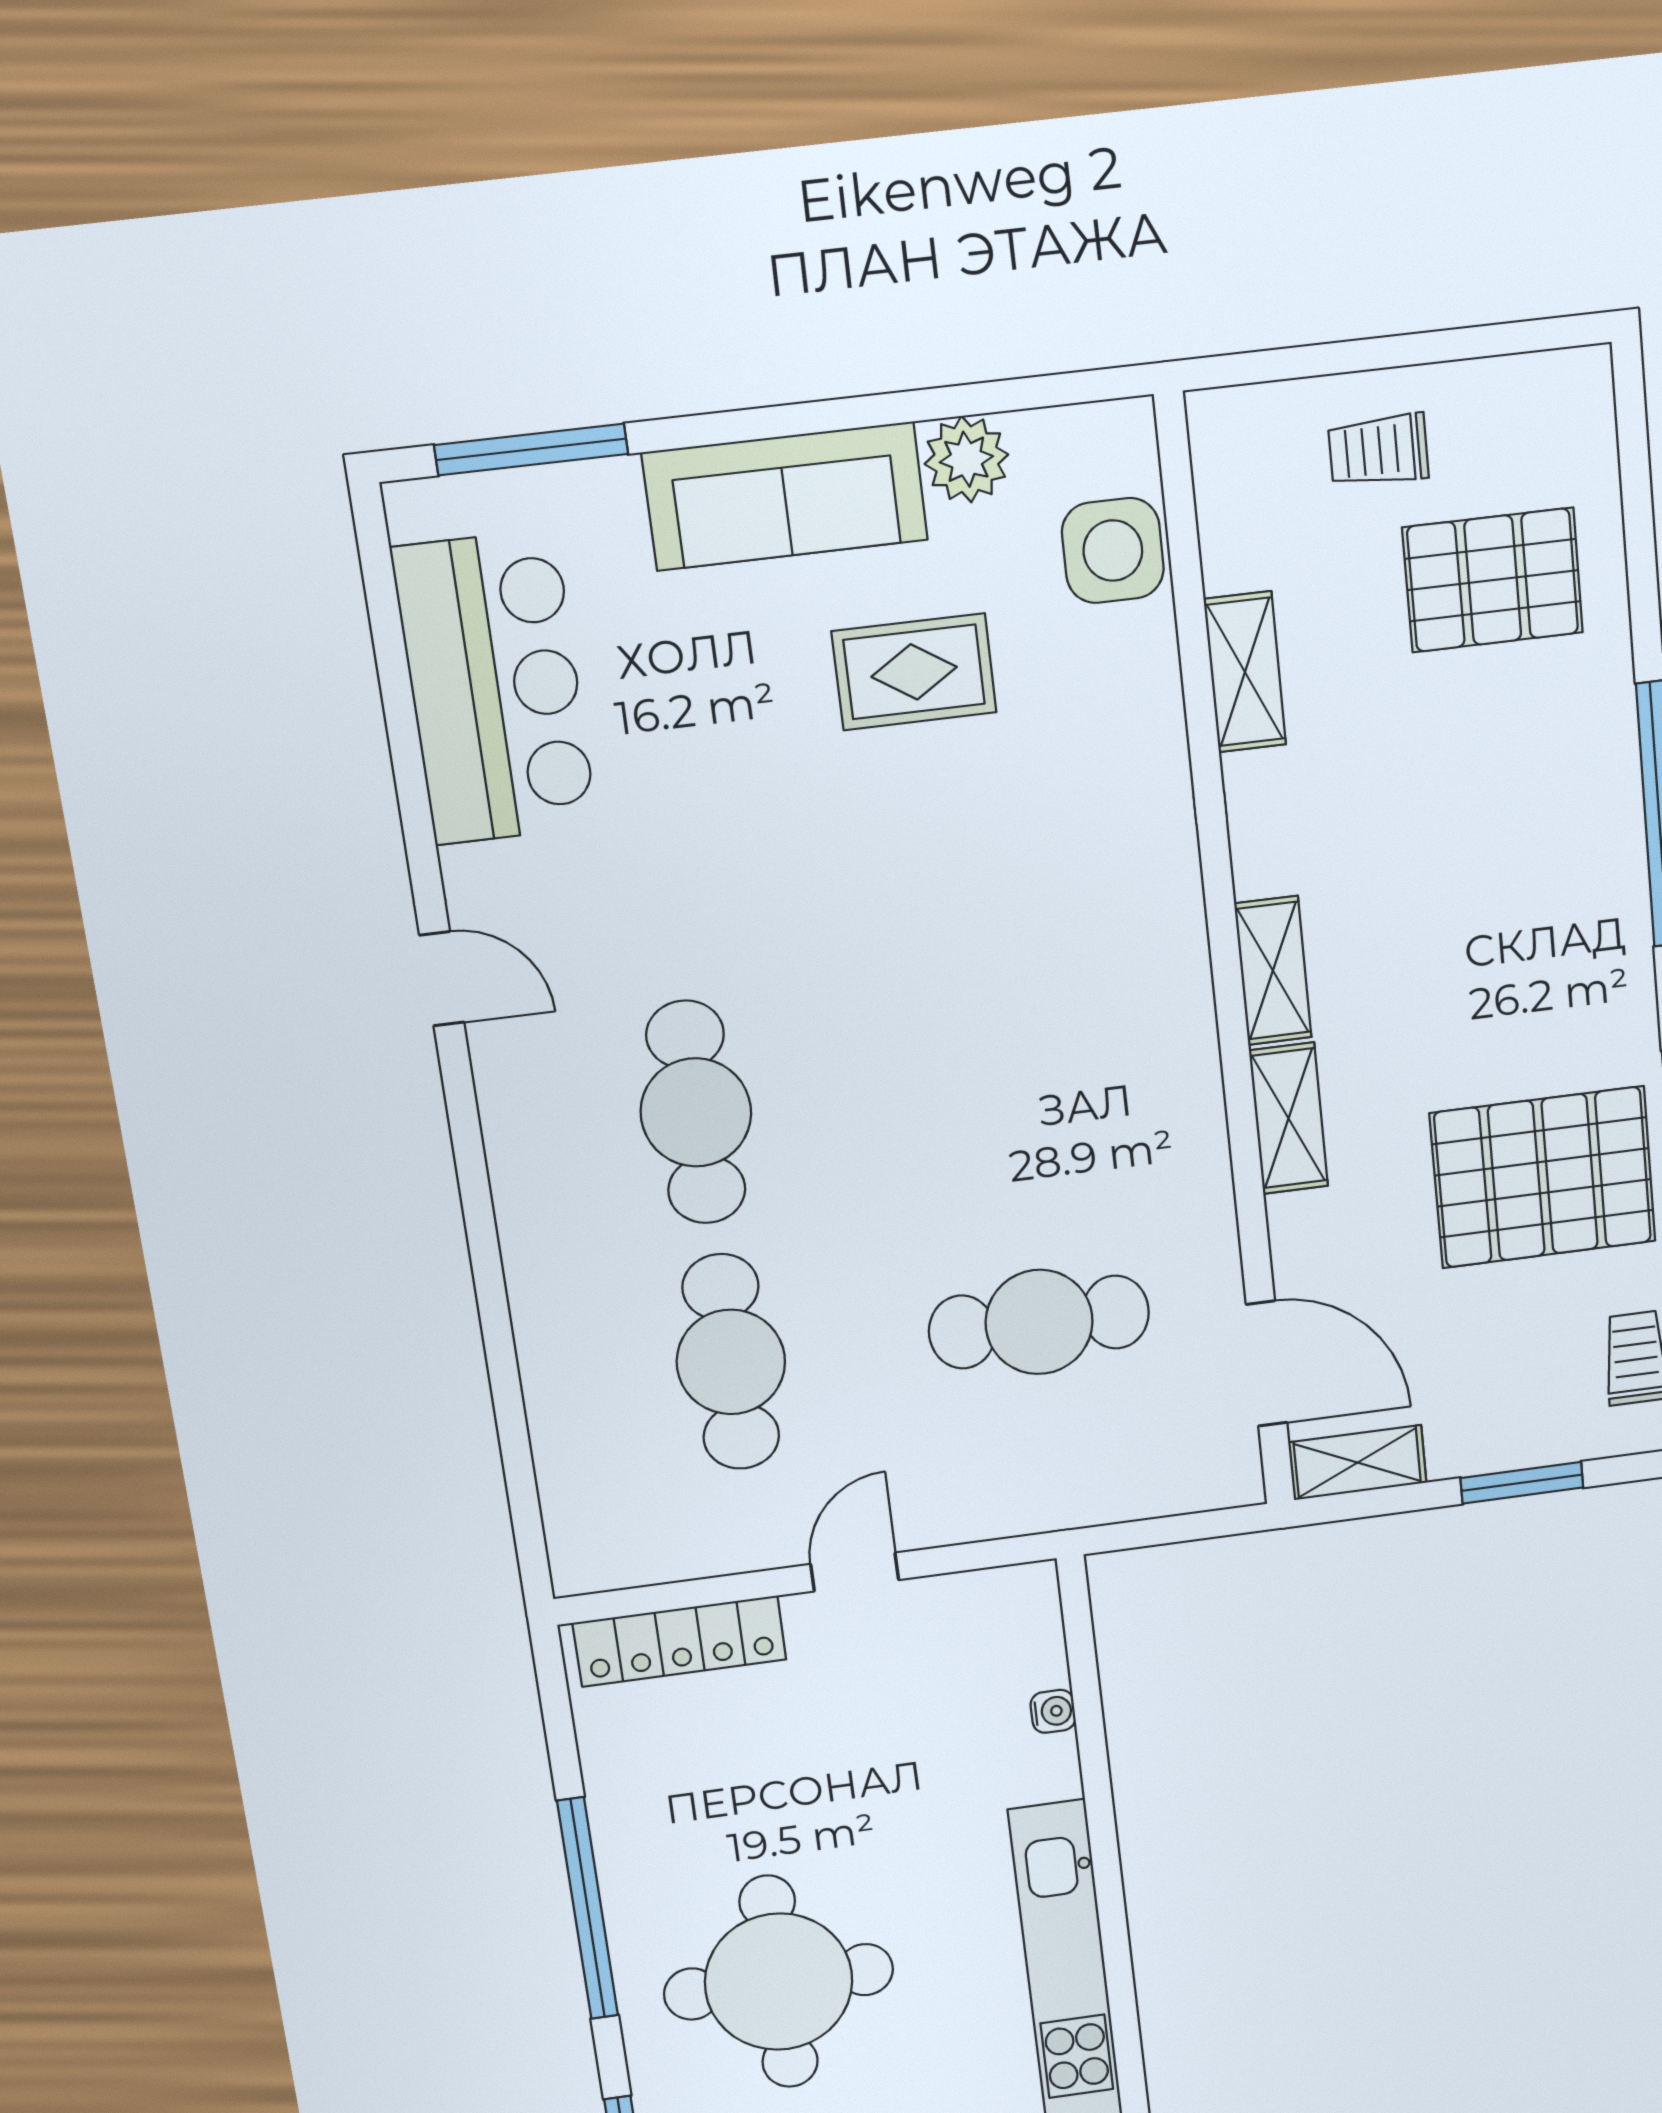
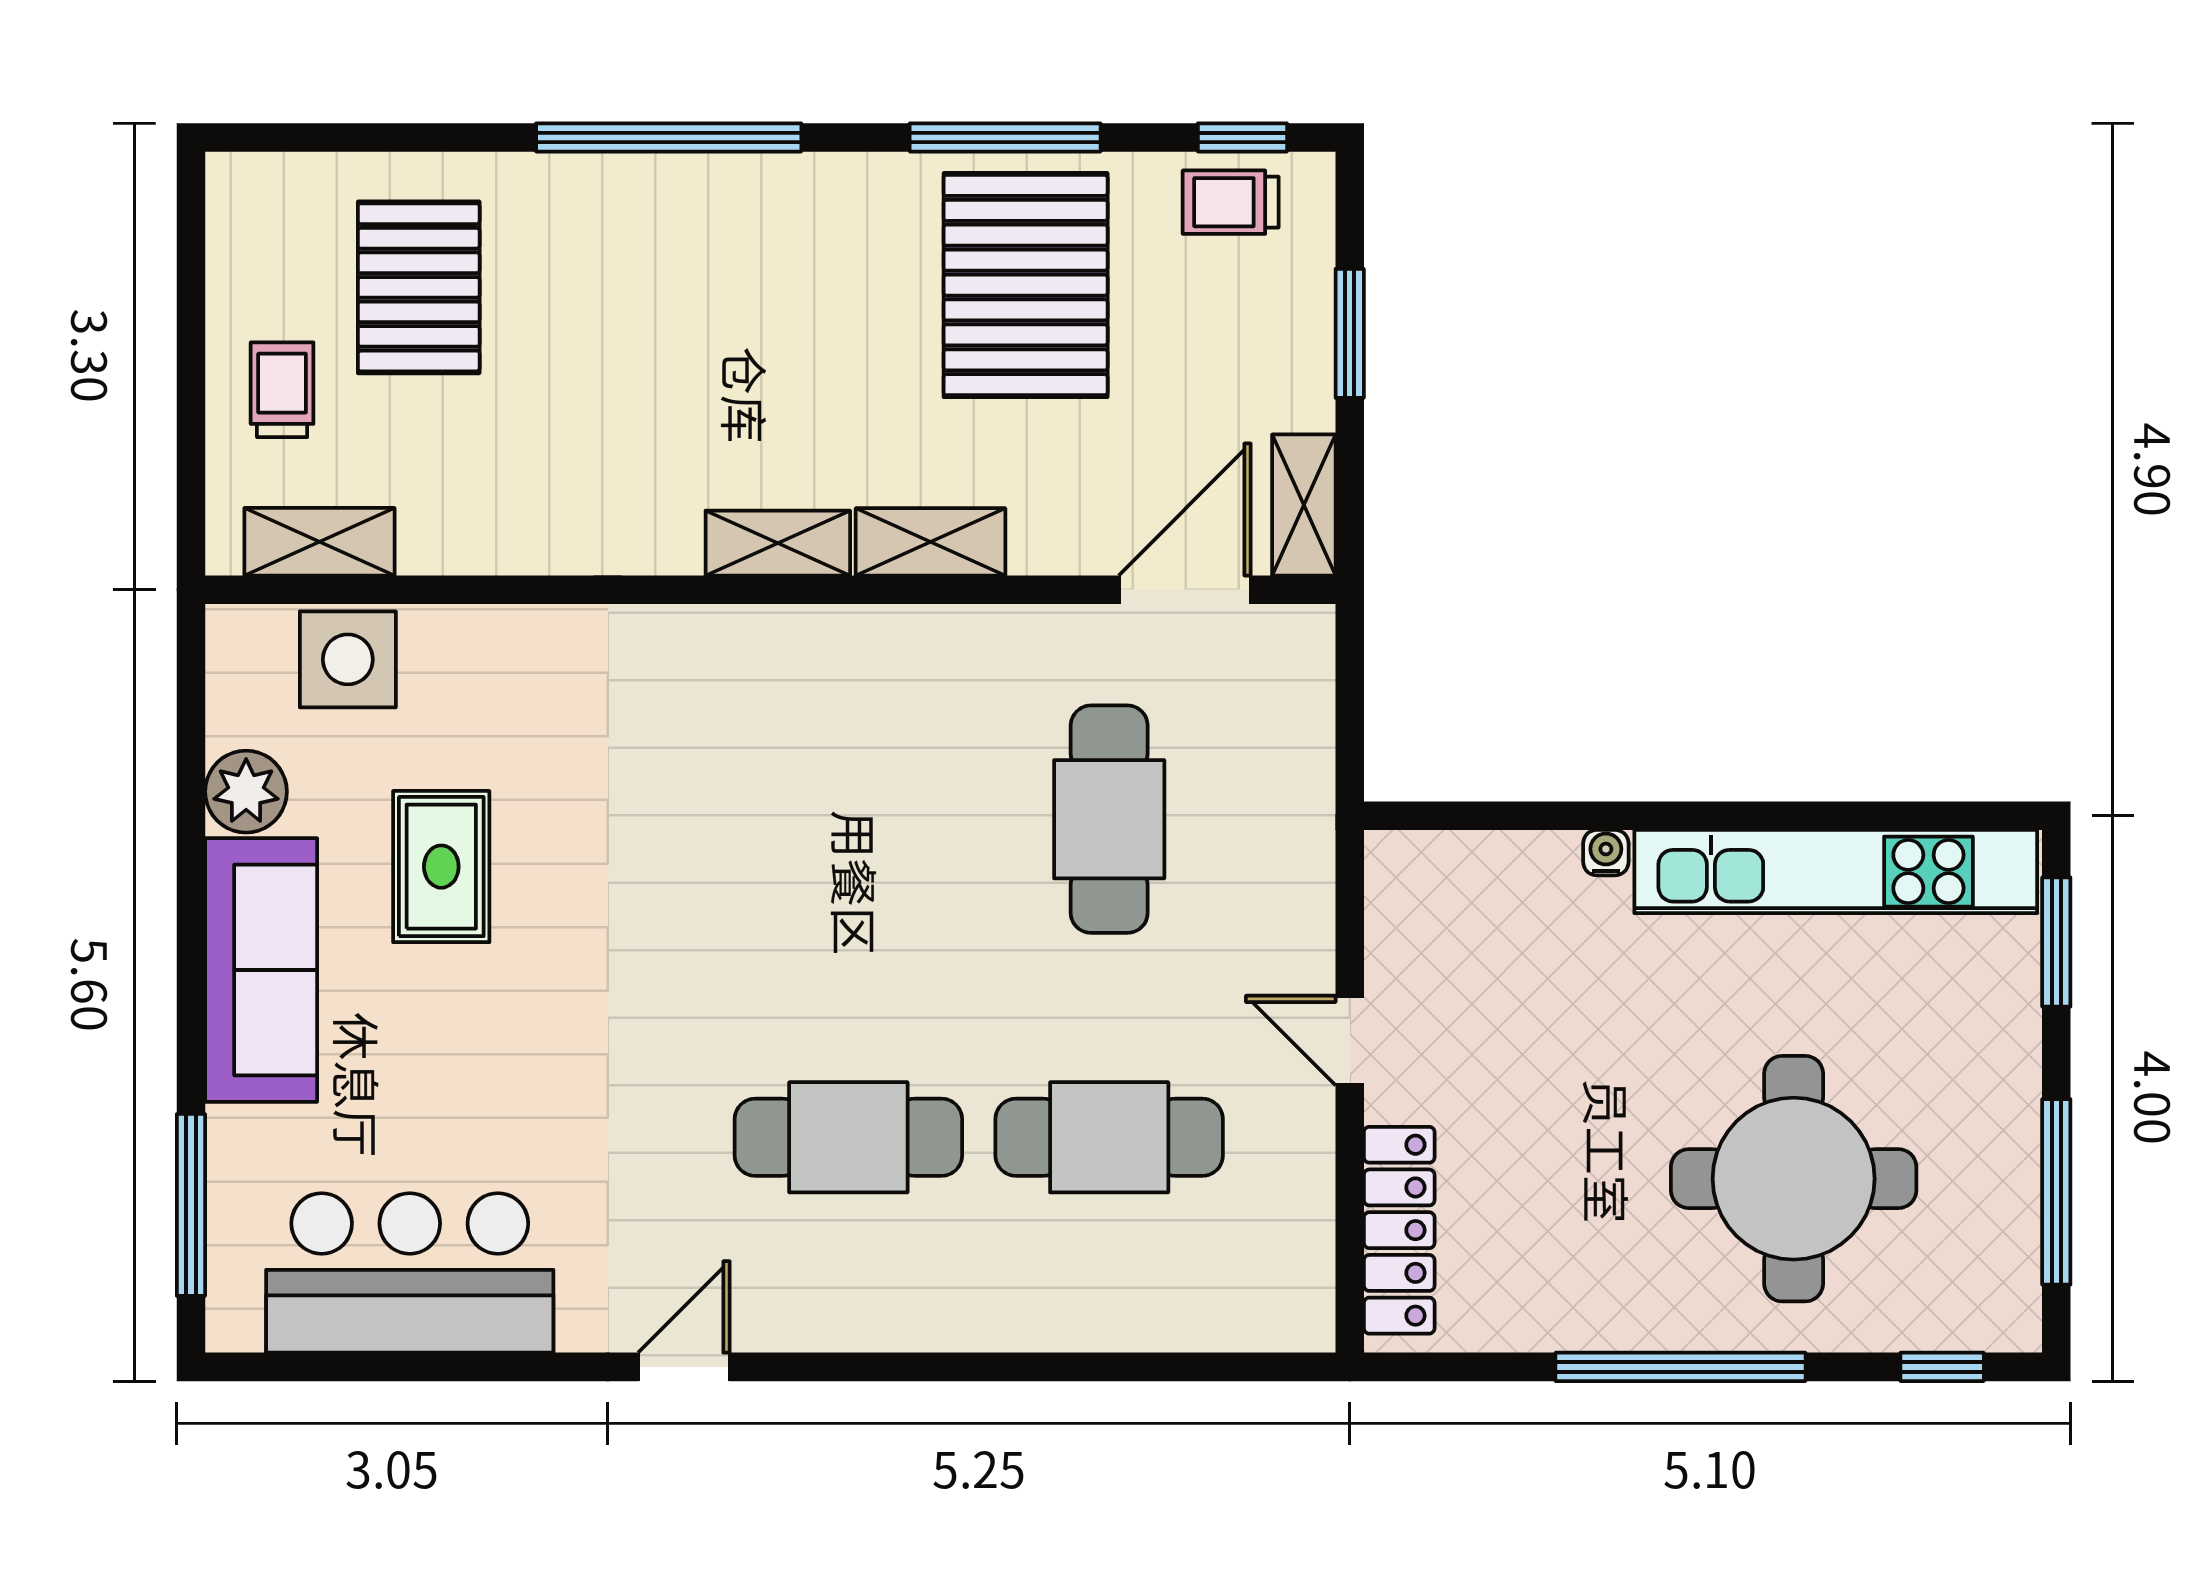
trolley: (1378, 450) -> (282, 390), turned 180
shelving: (1245, 672) -> (319, 542), moved
water cooler: (1053, 1711) -> (1606, 853), moved

